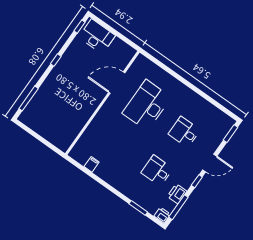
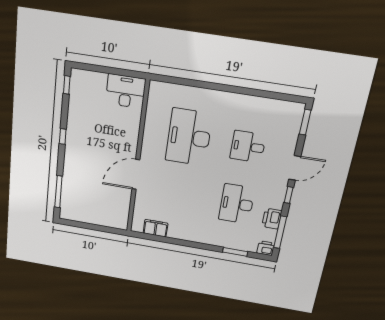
desk: (97, 36) -> (126, 91), moved
door: (117, 83) -> (136, 174), moved
filing cabinet: (92, 164) -> (155, 228), width x2.00
desk: (157, 171) -> (237, 204), width x1.37

